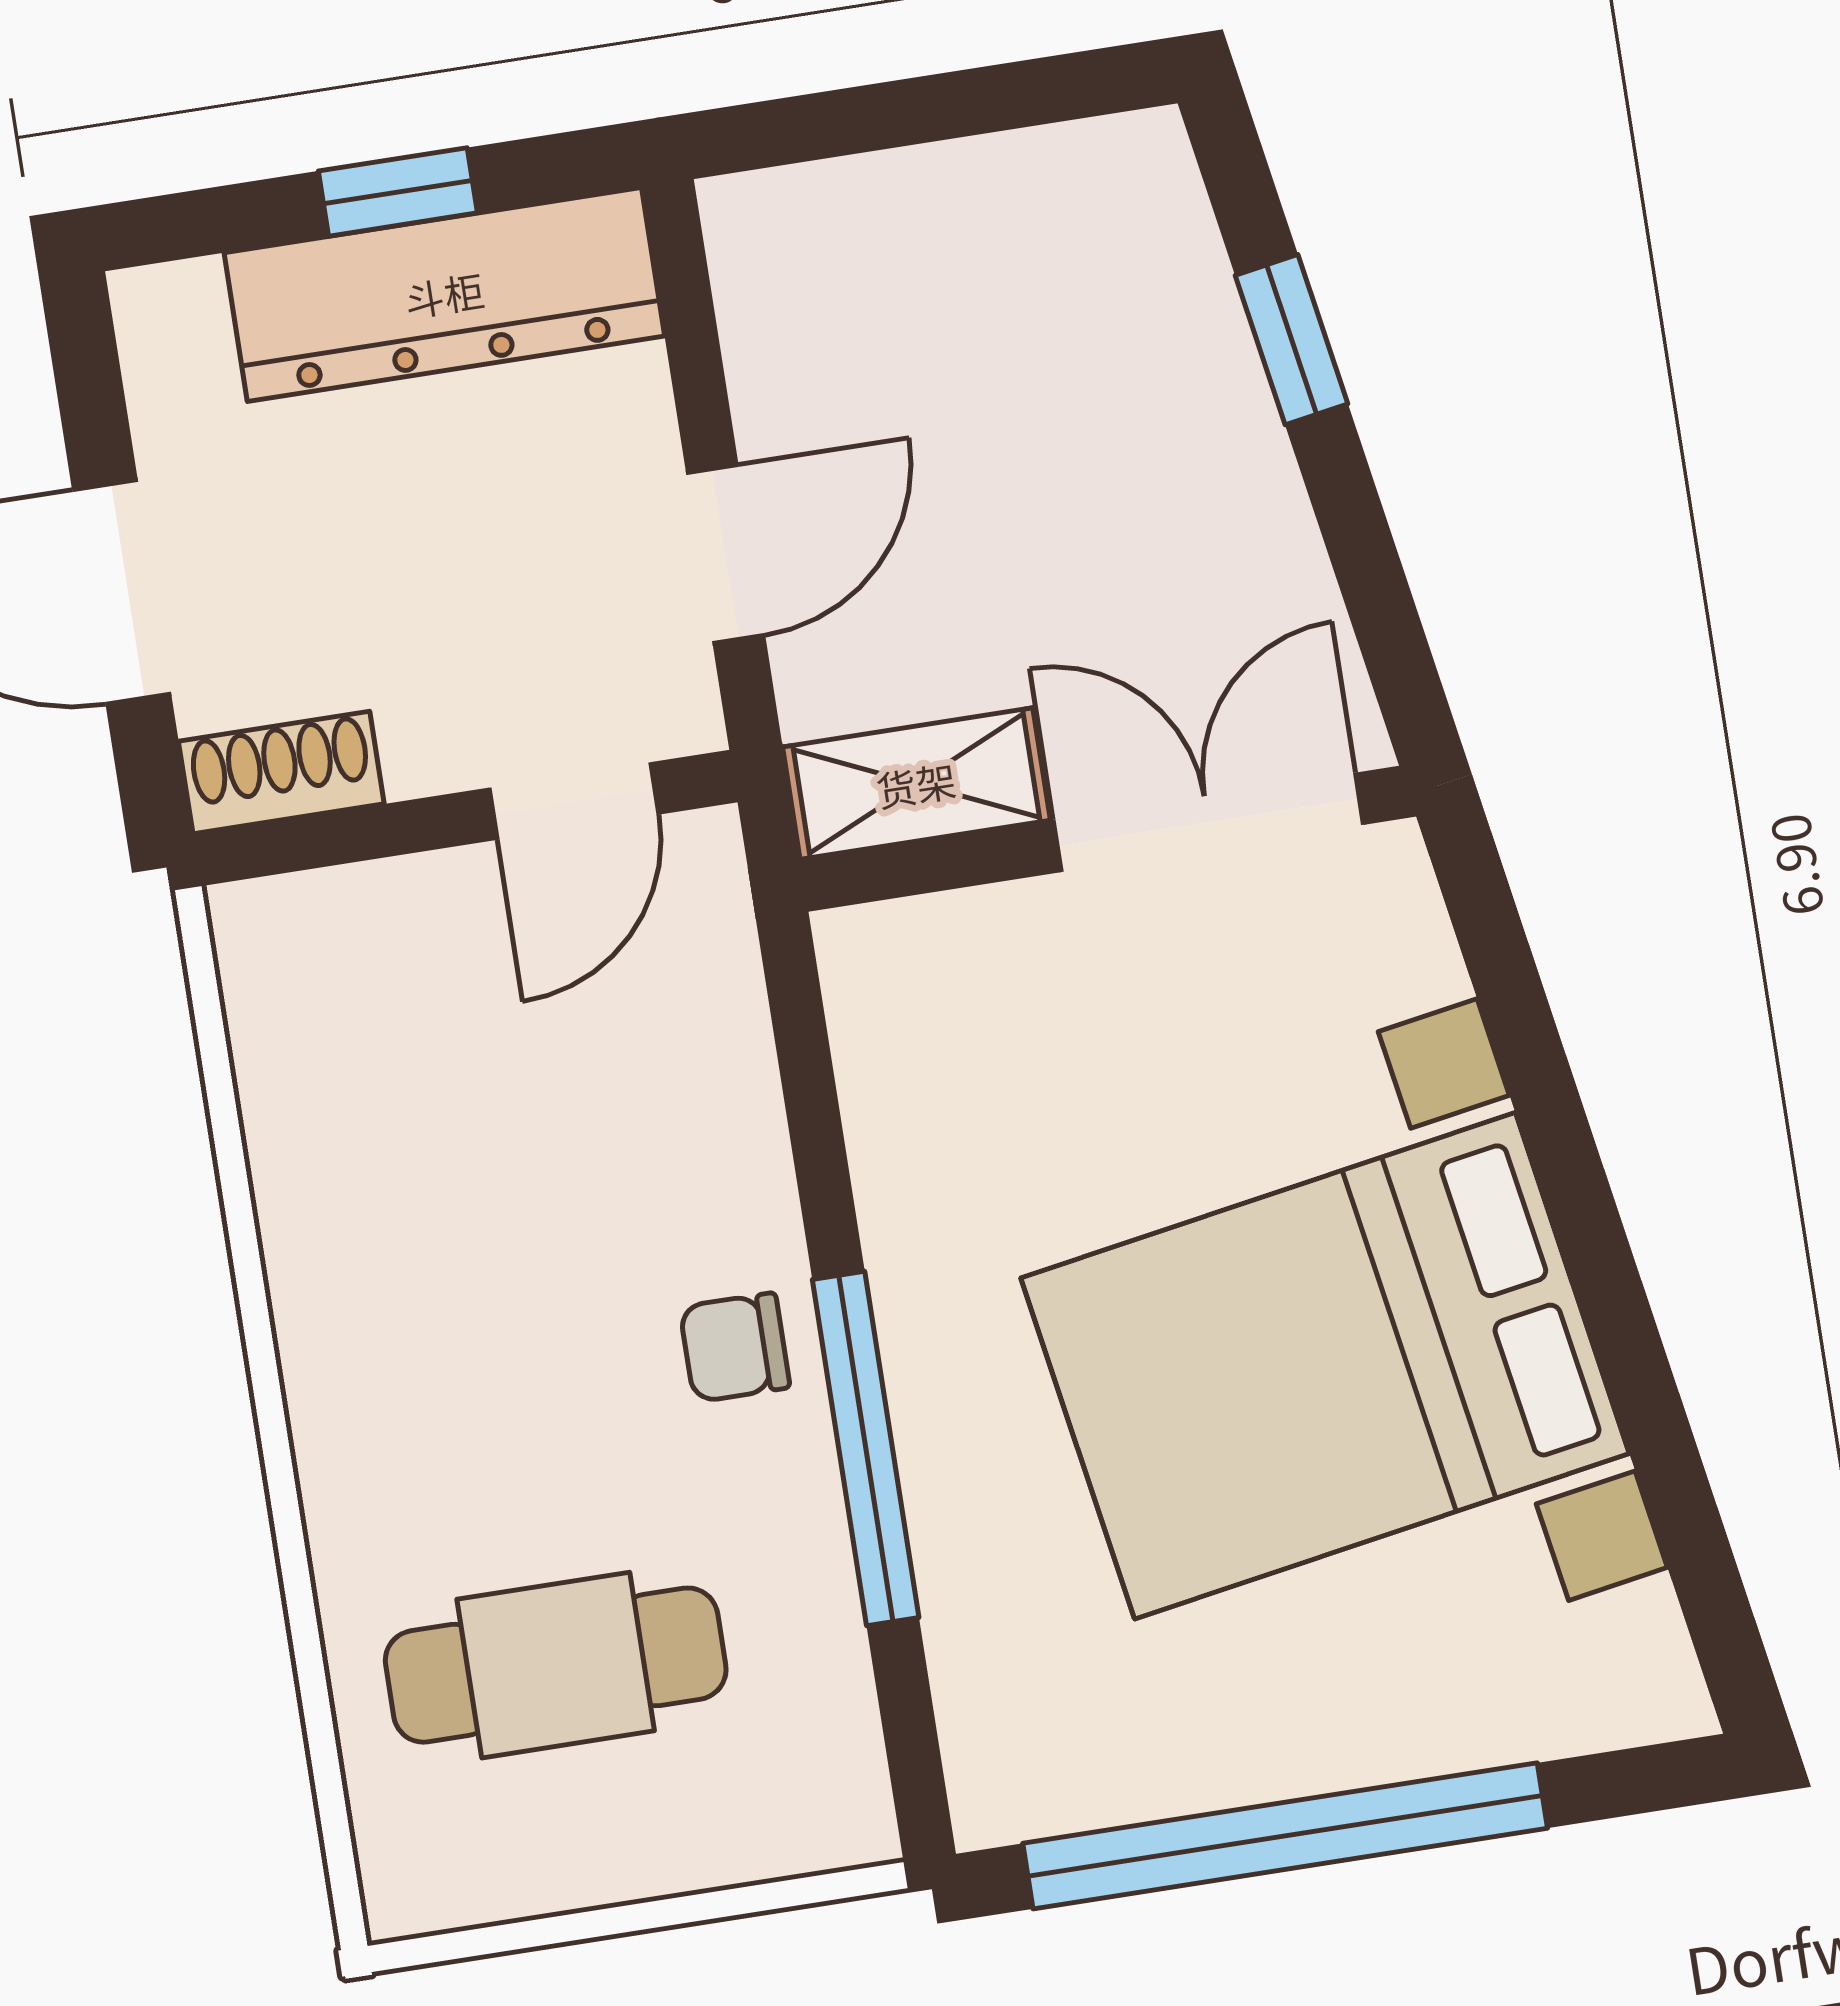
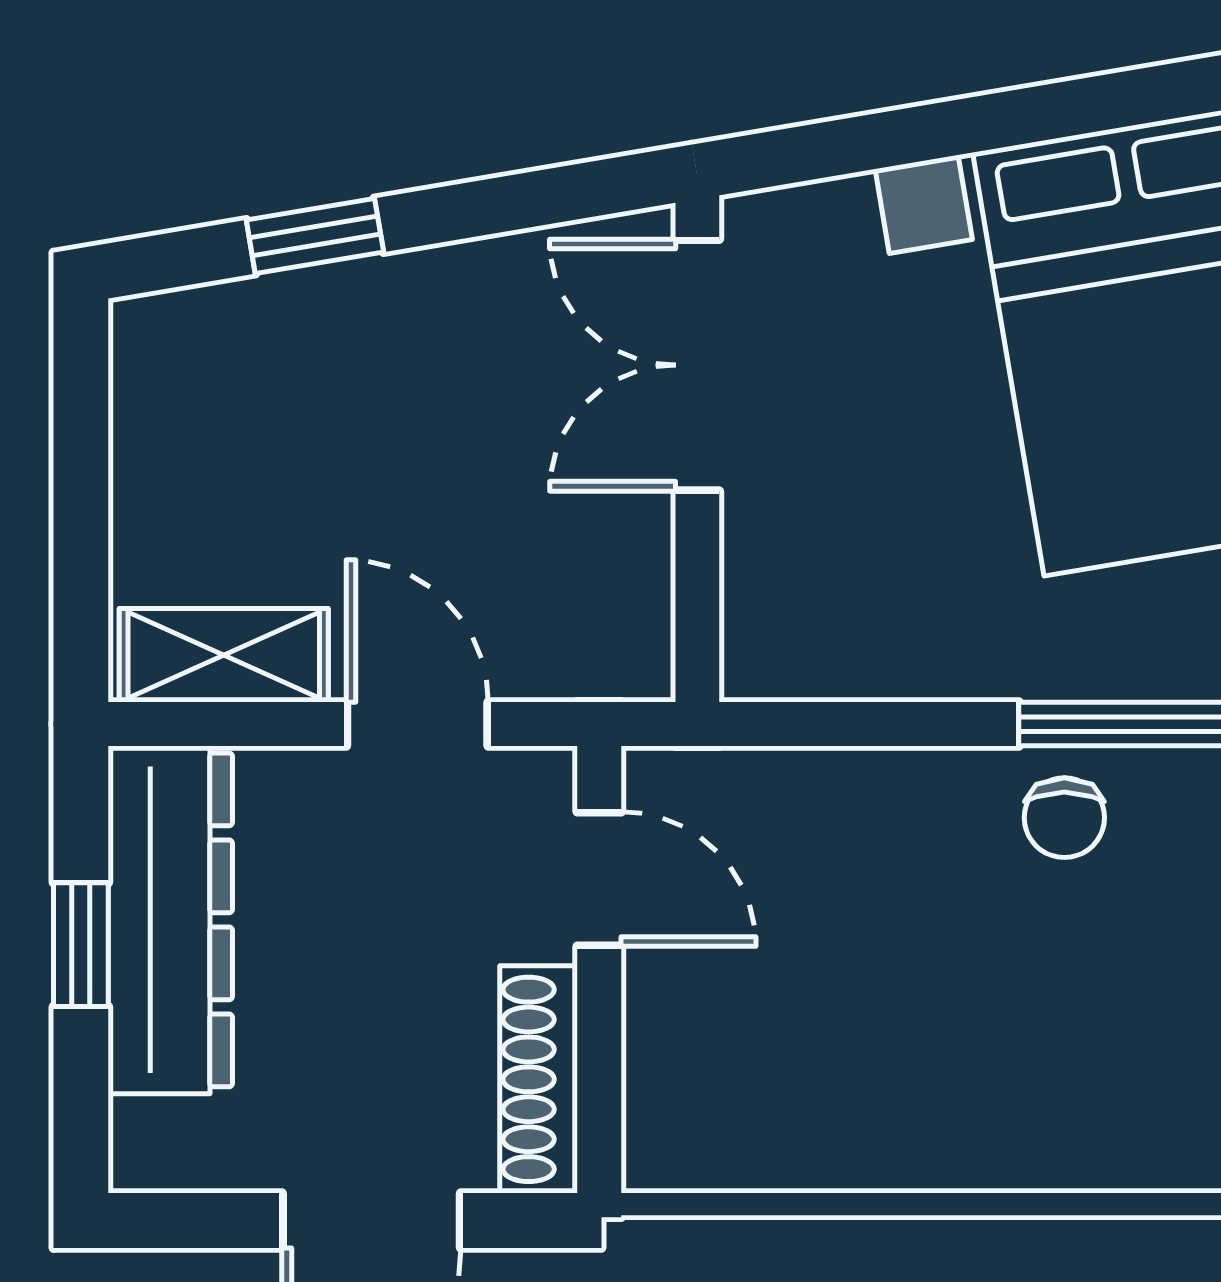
shoe rack: (281, 773) -> (539, 1079), width x1.43
shelving: (916, 784) -> (224, 655), moved, turned 90

